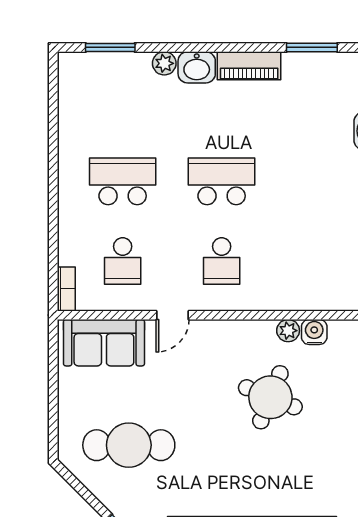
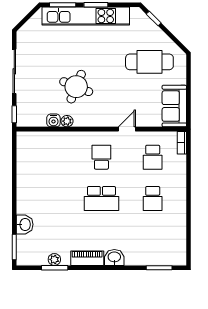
plant: (164, 63) -> (54, 259), moved
school desk: (123, 181) -> (153, 198), width x0.54
school desk: (123, 261) -> (153, 157), turned 180
sofa: (104, 343) -> (174, 106), moved, turned -90

